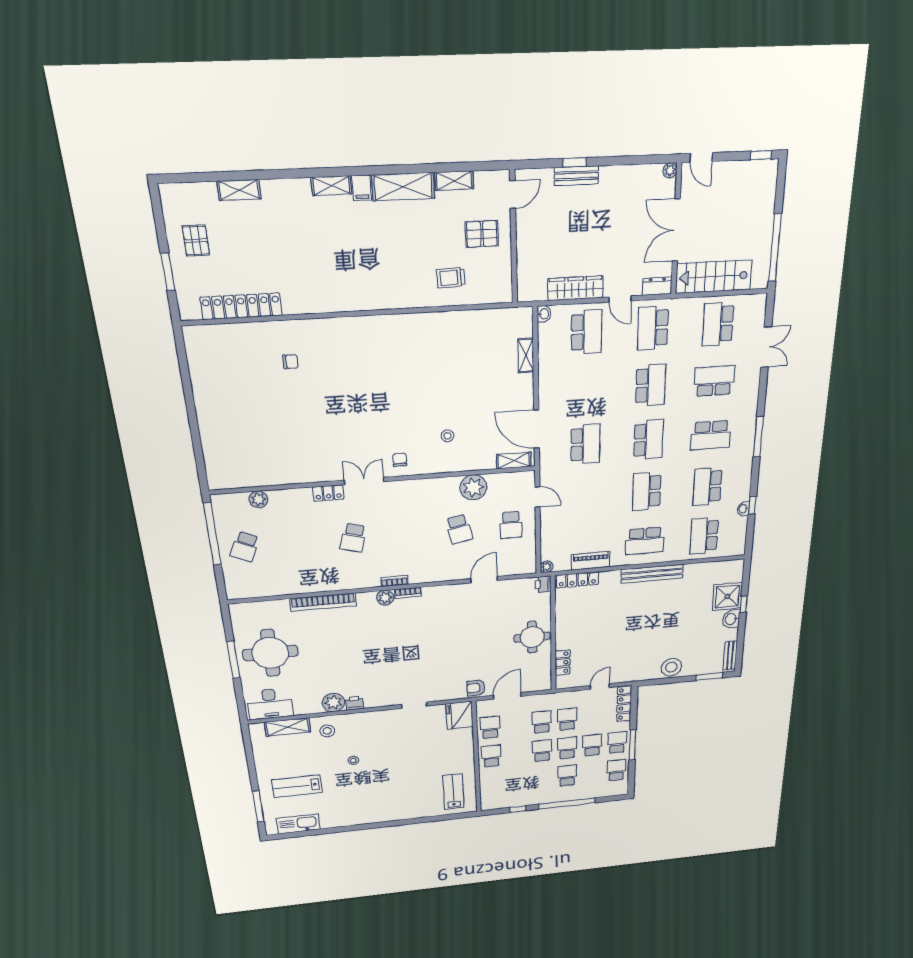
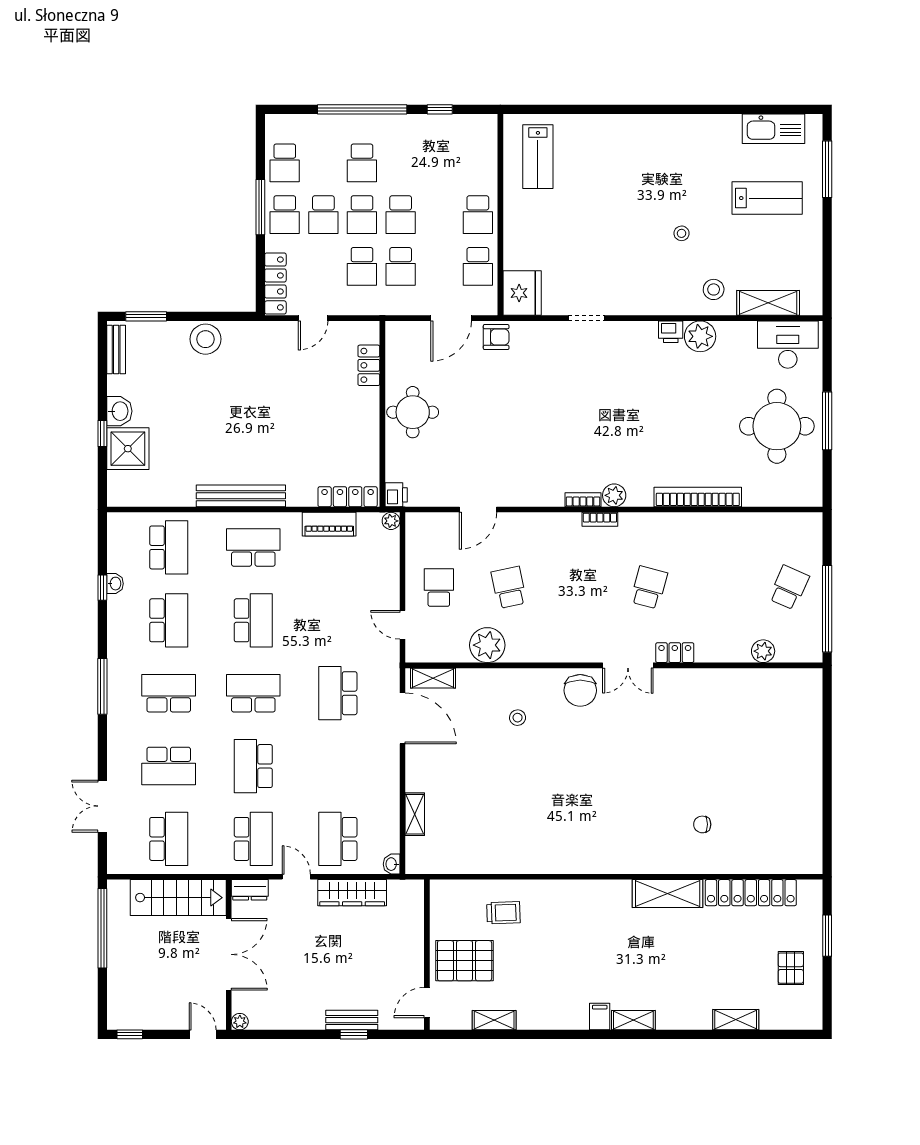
shelving: (403, 187) -> (668, 894), moved
pallet: (482, 234) -> (465, 961), width x1.50, depth x1.42
school desk: (649, 440) -> (253, 693), turned 90
chair: (400, 460) -> (580, 690), width x1.87, depth x1.87

